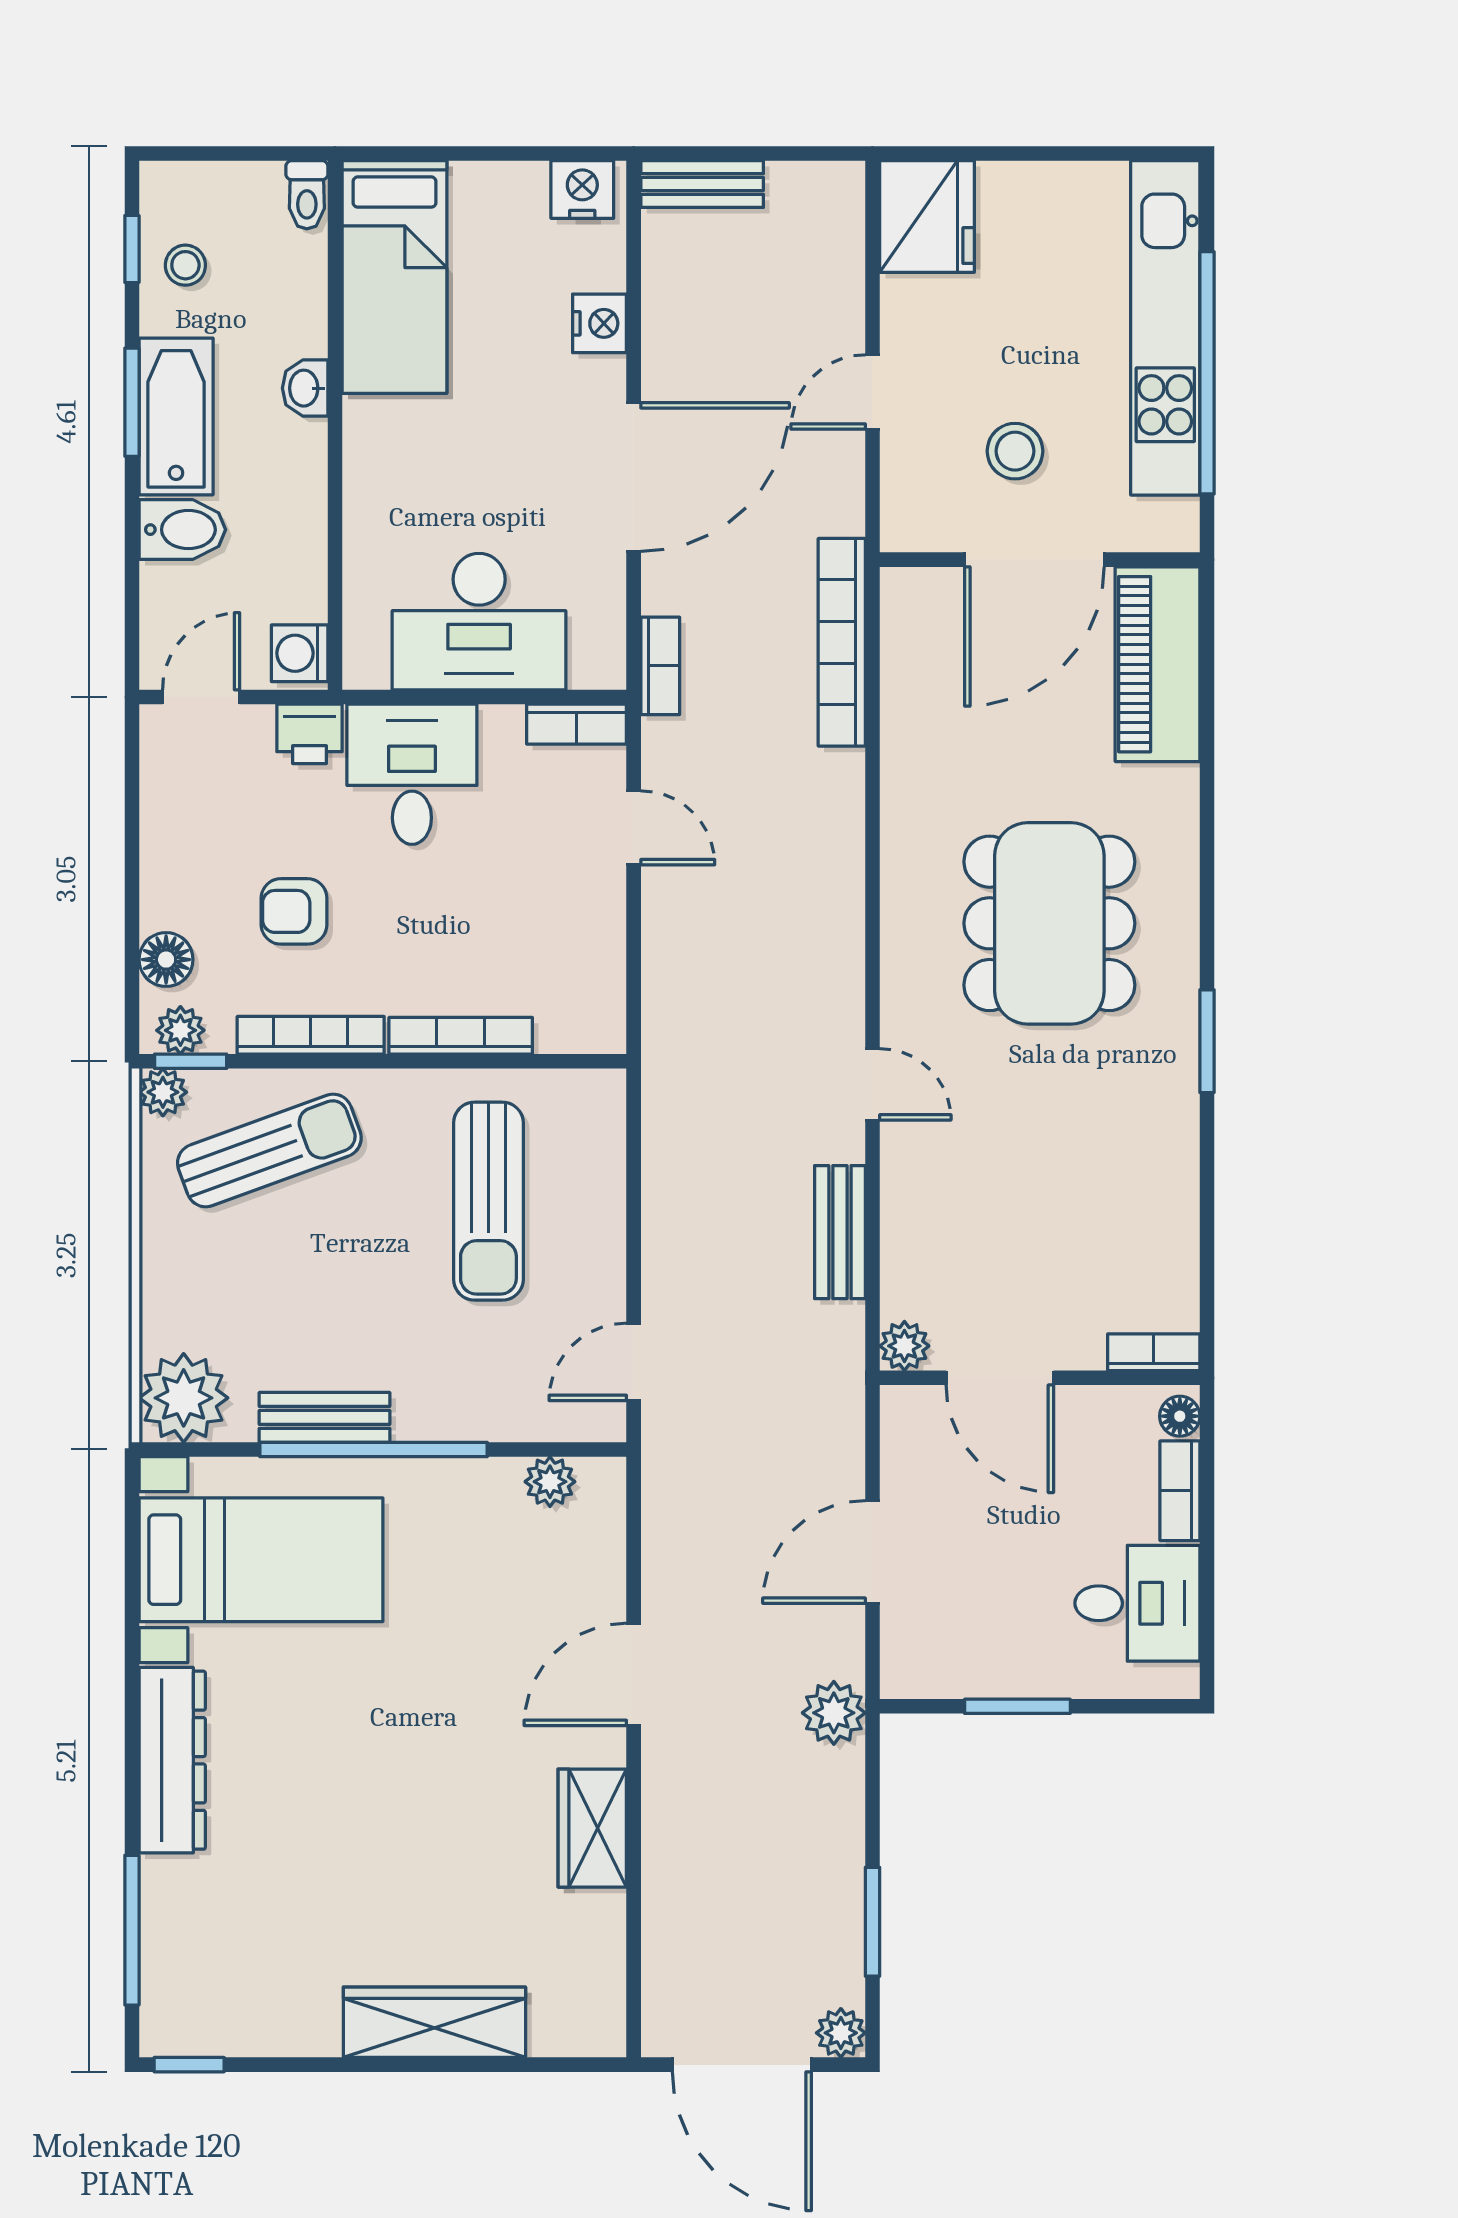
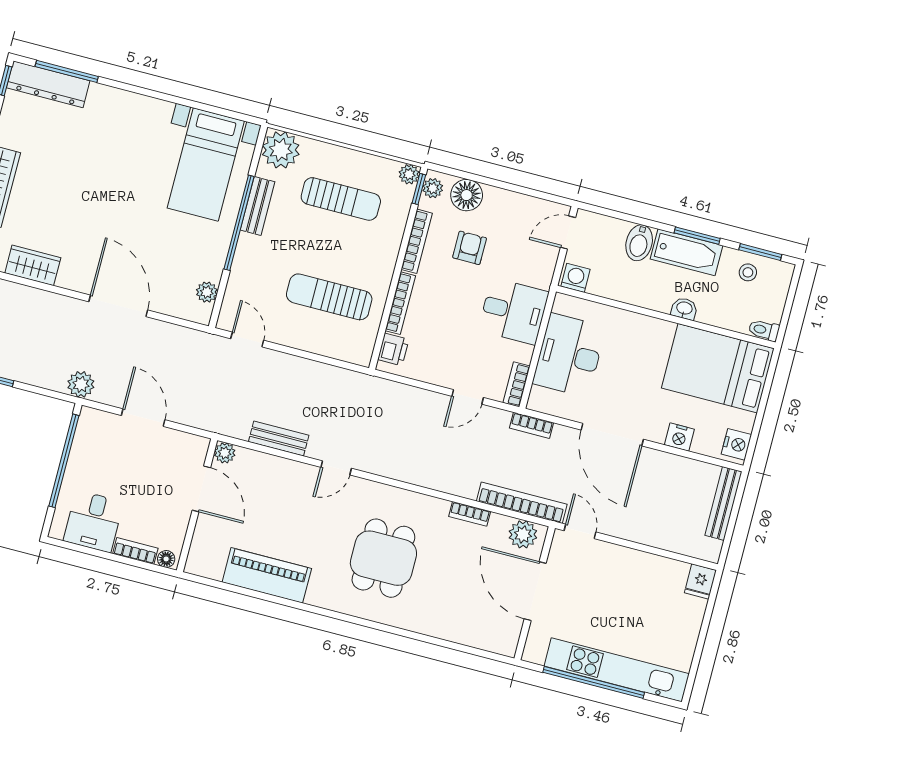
bench: (702, 184) -> (723, 504), width x1.36
fridge: (927, 217) -> (700, 581), width x0.53, depth x0.75
window: (132, 249) -> (760, 252), width x1.50
bed: (395, 277) -> (718, 368), width x1.50
door: (873, 392) -> (580, 531), moved
stool: (1015, 451) -> (582, 595), removed
plant: (913, 621) -> (523, 534), added
piano: (1158, 664) -> (267, 575), moved
door: (201, 697) -> (568, 232), swing flipped
printer: (310, 734) -> (393, 349), moved, turned 180
dining table: (1049, 923) -> (383, 558), width x0.73
floor lamp: (166, 960) -> (467, 195), width x1.38, depth x1.38
window: (1207, 1041) -> (318, 610), removed
sun lounger: (269, 1150) -> (341, 199), moved, turned -70
bookcase: (1154, 1352) -> (470, 514), moved, turned 90
door: (1000, 1378) -> (201, 489), swing flipped
door: (634, 1674) -> (118, 306), width x1.36
window: (1017, 1706) -> (64, 461), width x2.11
dresser: (172, 1760) -> (48, 84), moved
wardrobe: (592, 1828) -> (33, 265), moved

